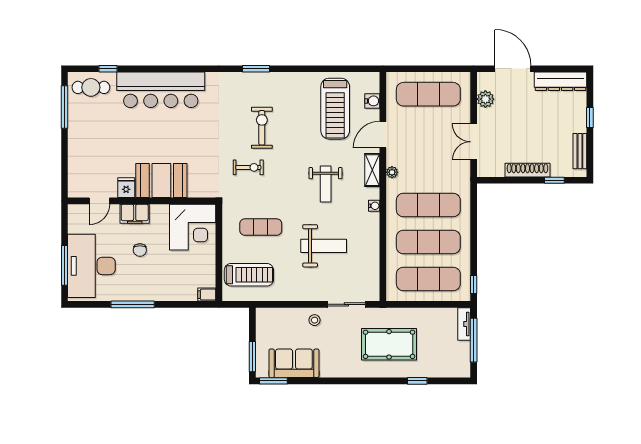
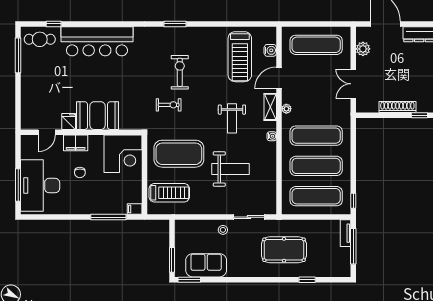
exercise mat: (261, 227) -> (179, 154), width x2.00, depth x1.45
window: (133, 304) -> (108, 217), moved

